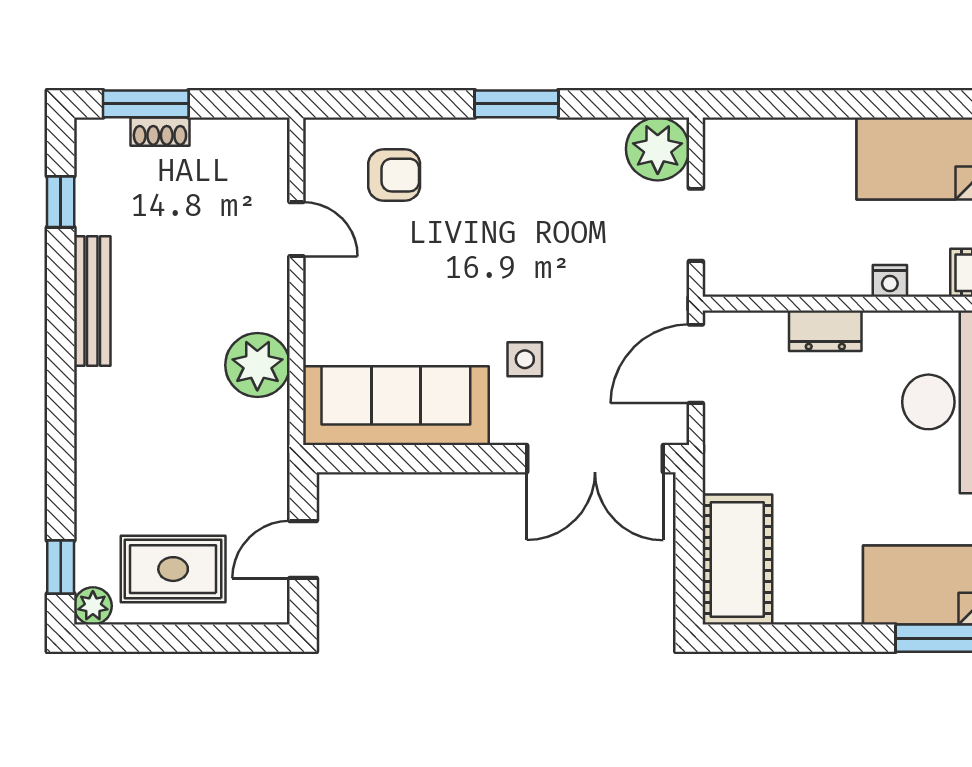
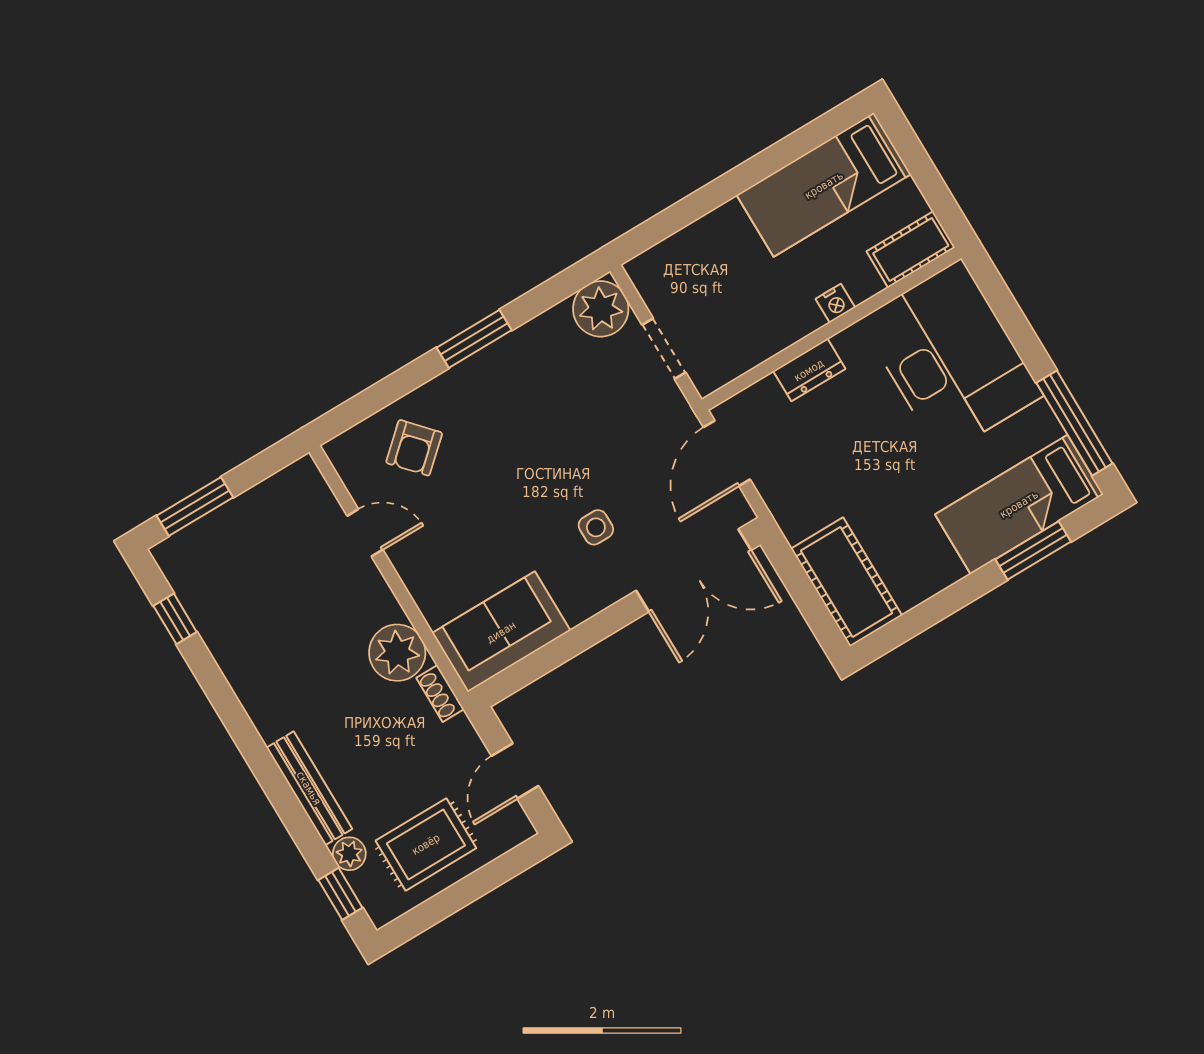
shoe rack: (160, 132) -> (440, 694), moved, turned 90
armchair: (394, 175) -> (414, 448), turned 138
bench: (92, 301) -> (309, 788), moved
sofa: (396, 406) -> (501, 632), width x0.73
plant: (93, 606) -> (349, 854), moved

